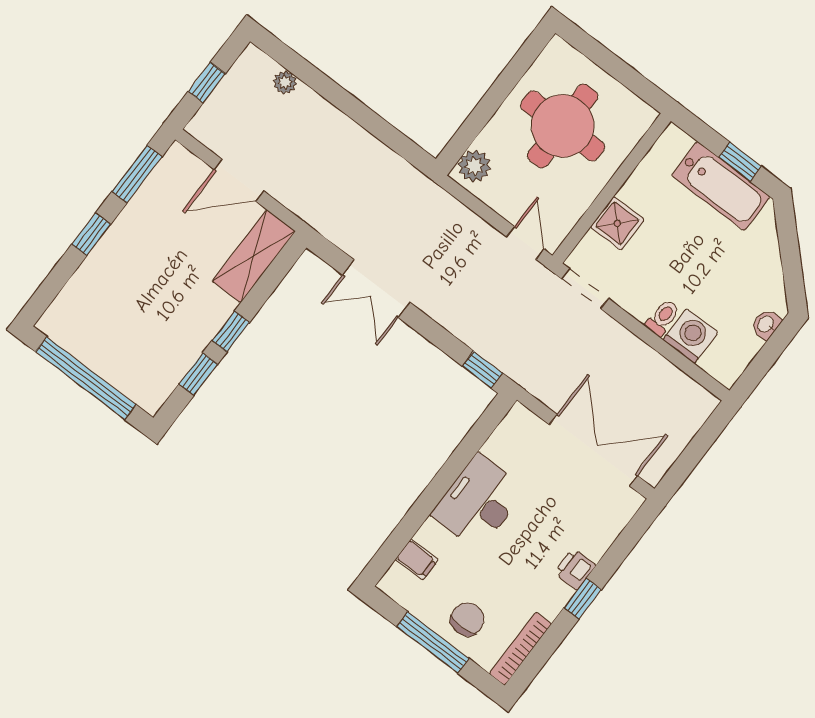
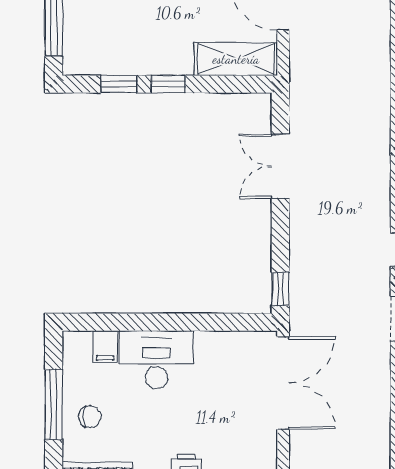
double door: (593, 450) -> (283, 383), moved
desk: (479, 502) -> (156, 360), moved
chair: (468, 619) -> (90, 417), width x0.73, depth x0.73

